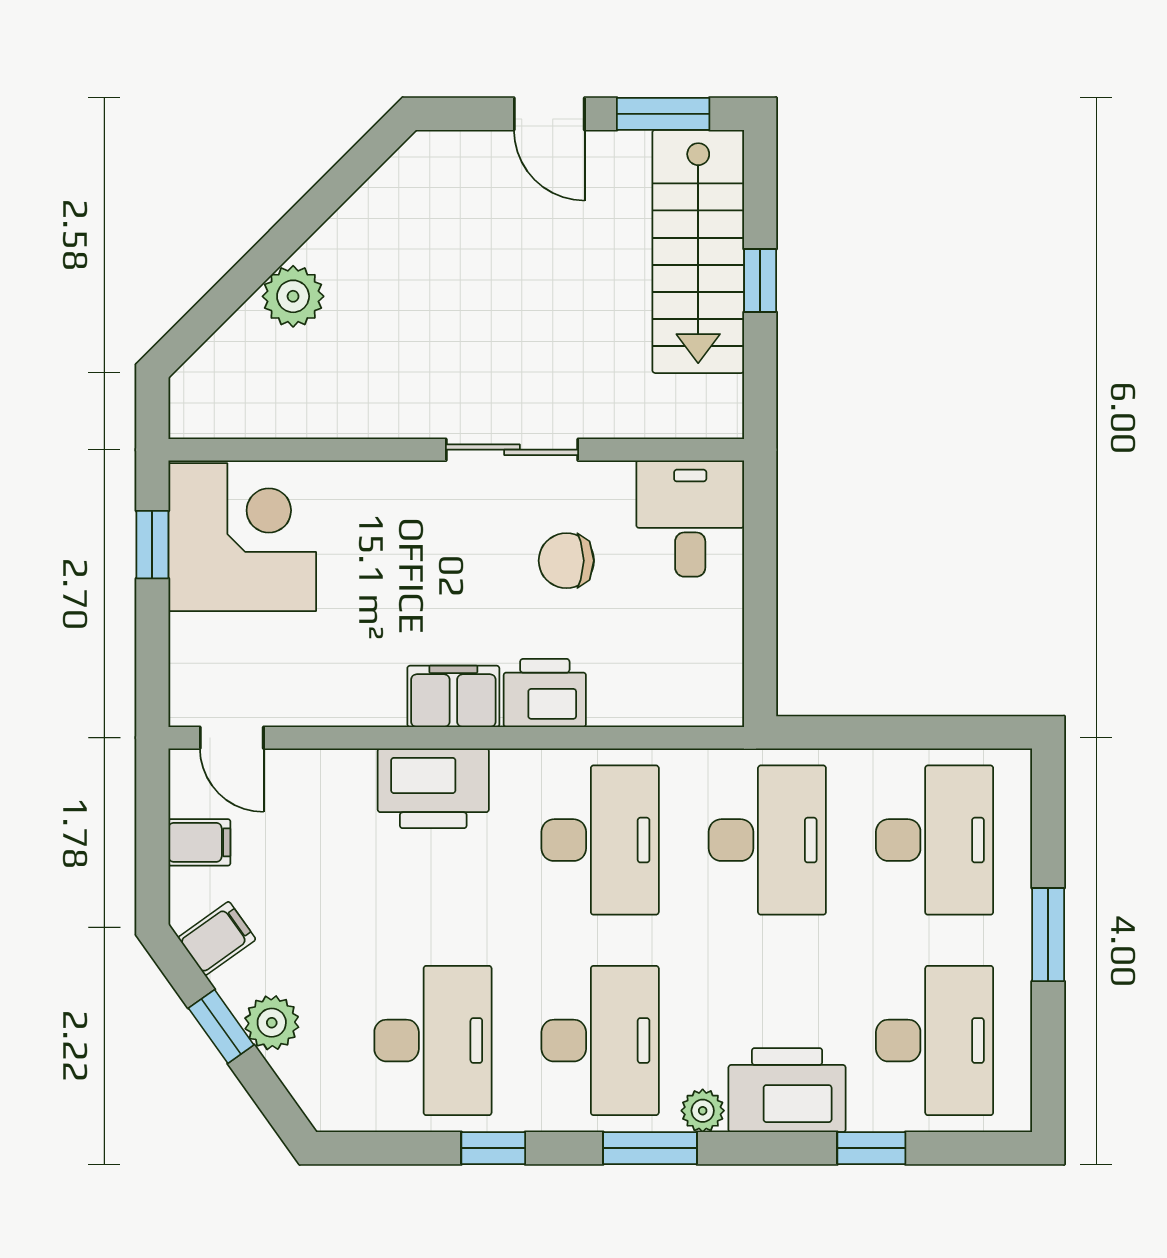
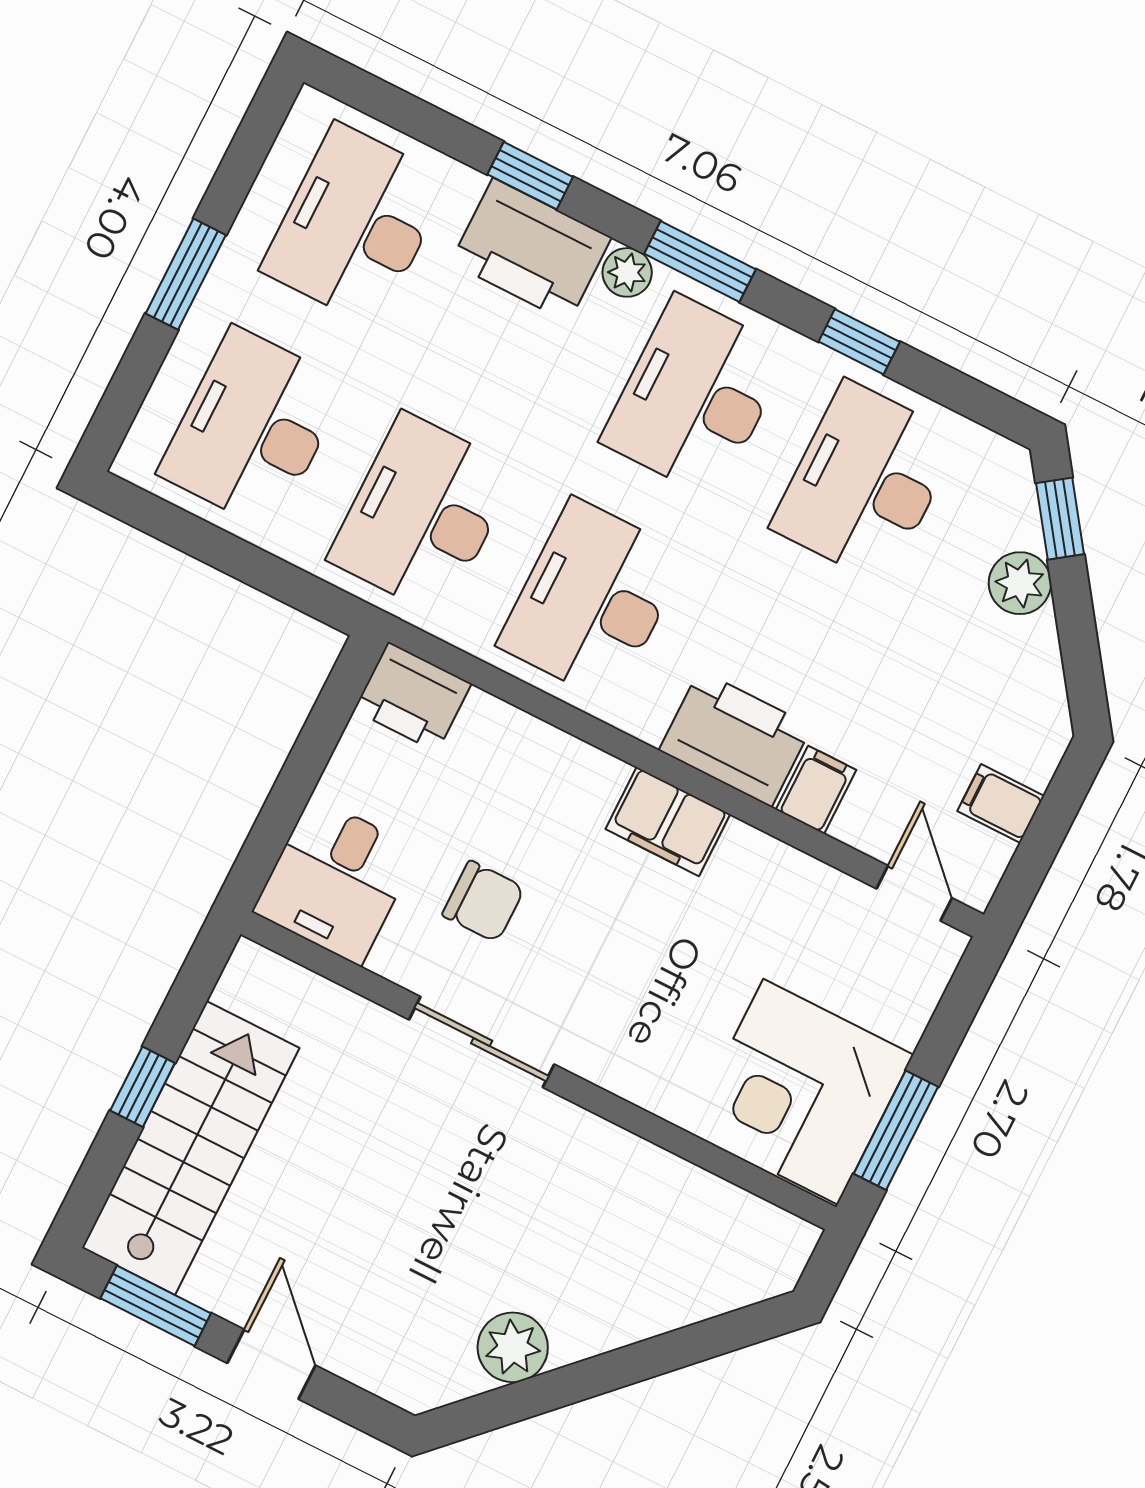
plant: (293, 296) -> (513, 1347), moved
window: (152, 545) -> (896, 1130), width x1.50
printer: (545, 693) -> (413, 697), moved
filing cabinet: (217, 938) -> (816, 790), moved, turned 125
window: (221, 1026) -> (1060, 519), moved
window: (871, 1148) -> (530, 176), moved

